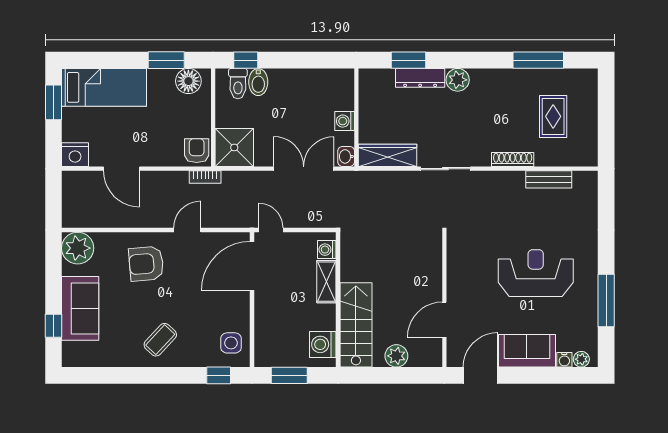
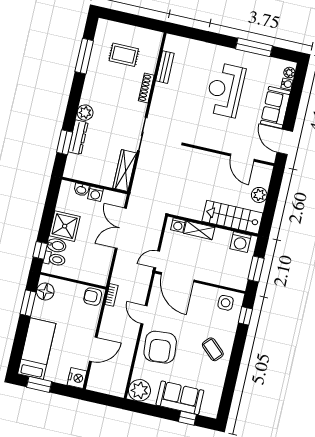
shower: (234, 147) -> (65, 226), moved
washbasin: (346, 156) -> (81, 190), moved
armchair: (146, 264) -> (160, 347), width x1.36, depth x1.36

